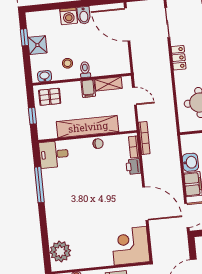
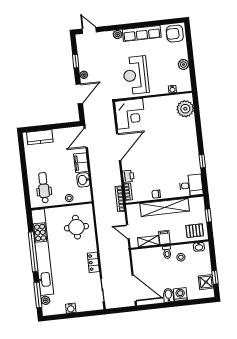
shower: (37, 45) -> (206, 282), moved
window: (39, 185) -> (202, 161), width x0.46
door: (145, 204) -> (119, 147), swing flipped

